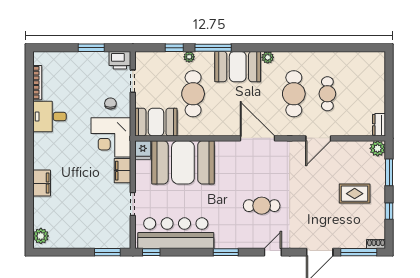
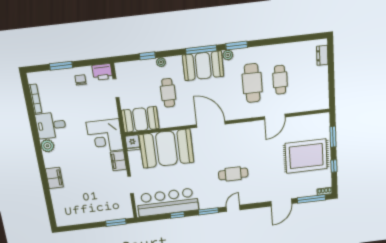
window: (91, 48) -> (61, 66), moved
window: (213, 48) -> (201, 50), moved
window: (279, 48) -> (237, 46), added
cafe table: (193, 94) -> (168, 93), width x0.73, depth x0.74
chair: (110, 103) -> (81, 80), moved
dresser: (379, 125) -> (322, 55), moved
door: (257, 138) -> (211, 124), moved
plant: (378, 148) -> (323, 119), removed
rug: (355, 194) -> (306, 156), width x1.86, depth x2.06
plant: (41, 236) -> (47, 146), moved
window: (151, 252) -> (177, 215), moved
door: (273, 252) -> (233, 208), moved

